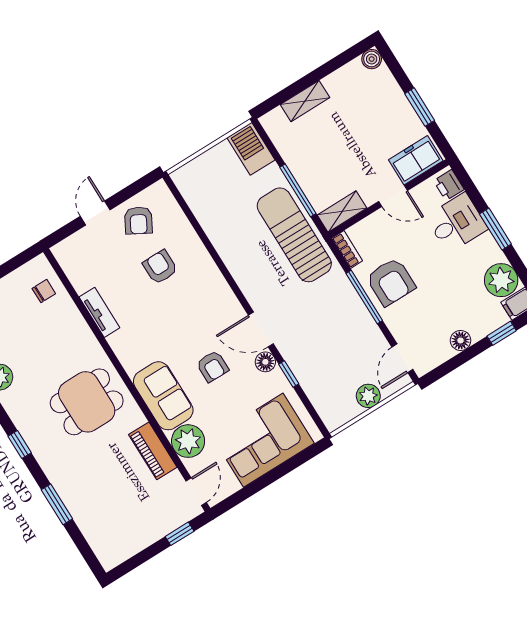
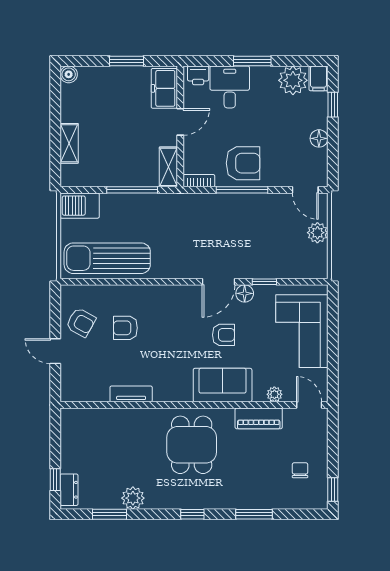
sun lounger: (294, 235) -> (107, 258), moved
chair: (44, 291) -> (300, 470), moved
plant: (188, 441) -> (274, 394), width x0.53, depth x0.53
window: (180, 534) -> (333, 489), moved

